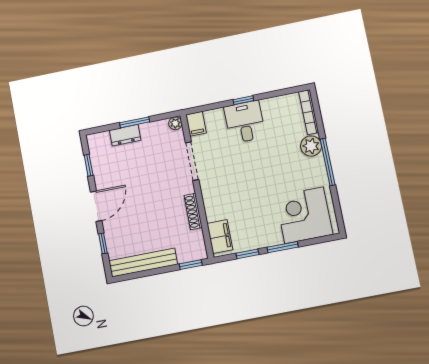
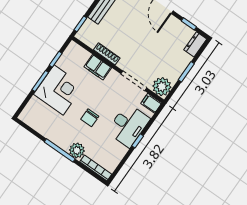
desk: (245, 122) -> (128, 125), width x1.37
plant: (175, 123) -> (162, 87), width x1.88, depth x1.88
dresser: (125, 135) -> (195, 44), moved
chair: (268, 166) -> (90, 118), added
corner desk: (304, 215) -> (59, 90), moved
filing cabinet: (220, 237) -> (98, 67), moved

